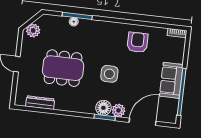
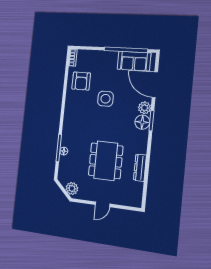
armchair: (137, 42) -> (81, 81), moved, turned -90
side table: (109, 74) -> (106, 99), moved
sofa: (171, 80) -> (134, 61), moved
dresser: (40, 103) -> (140, 168), moved

